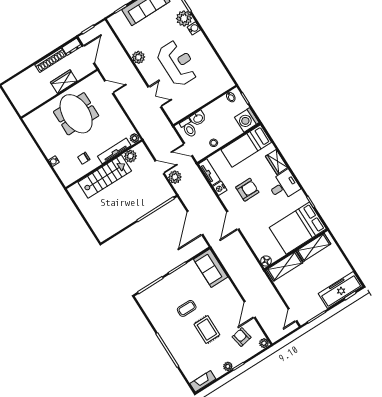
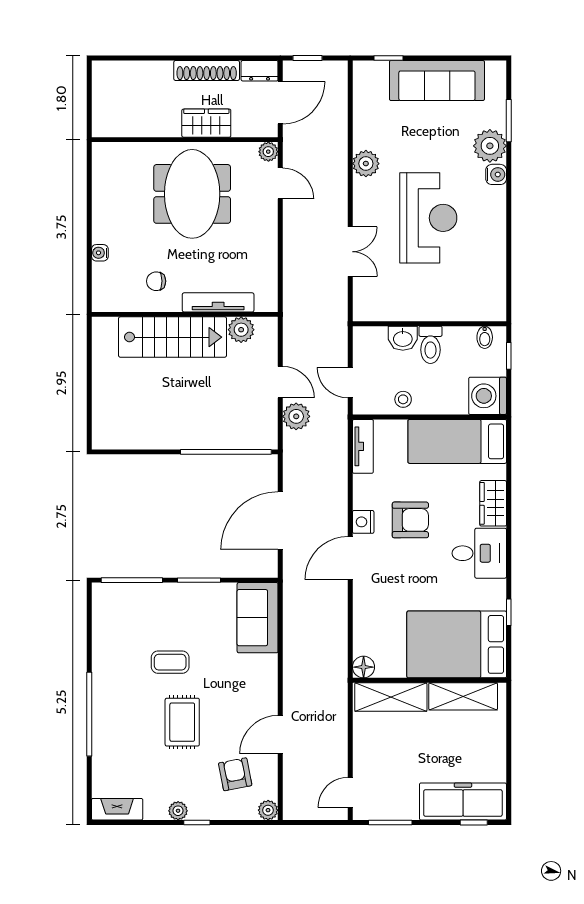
toilet: (188, 128) -> (430, 345), moved
plant: (134, 138) -> (268, 152), moved
nightstand: (220, 188) -> (363, 522), moved

